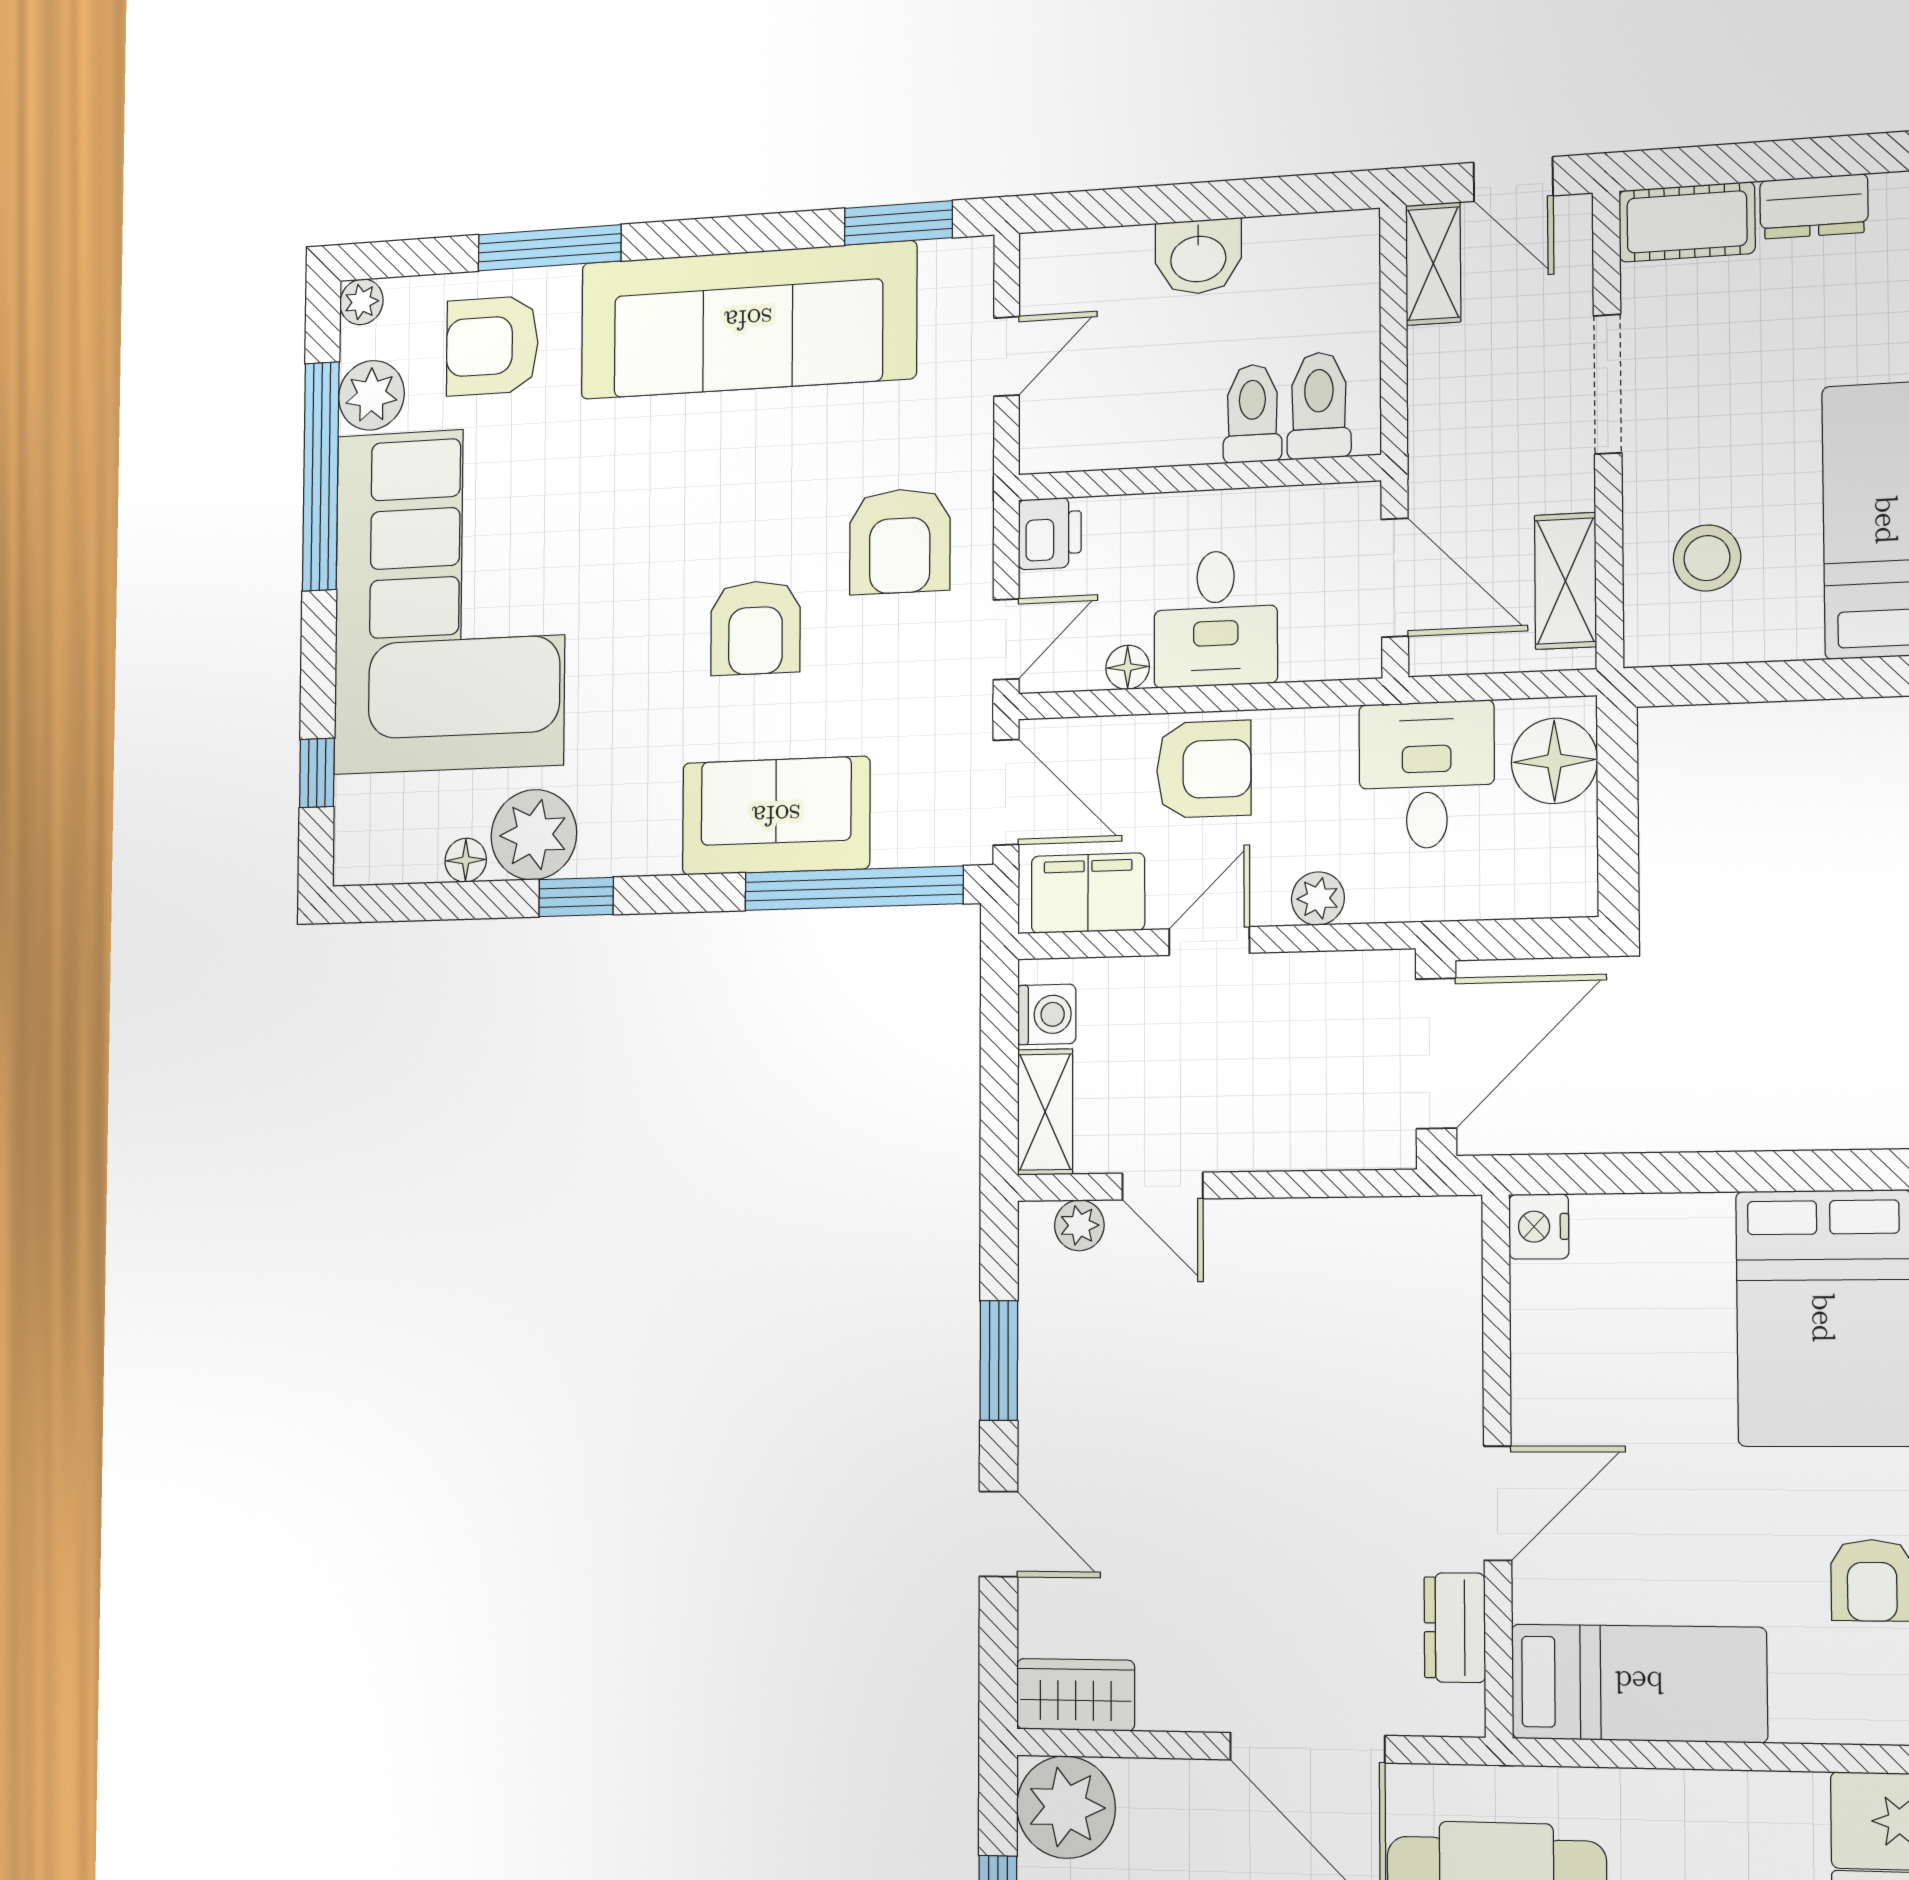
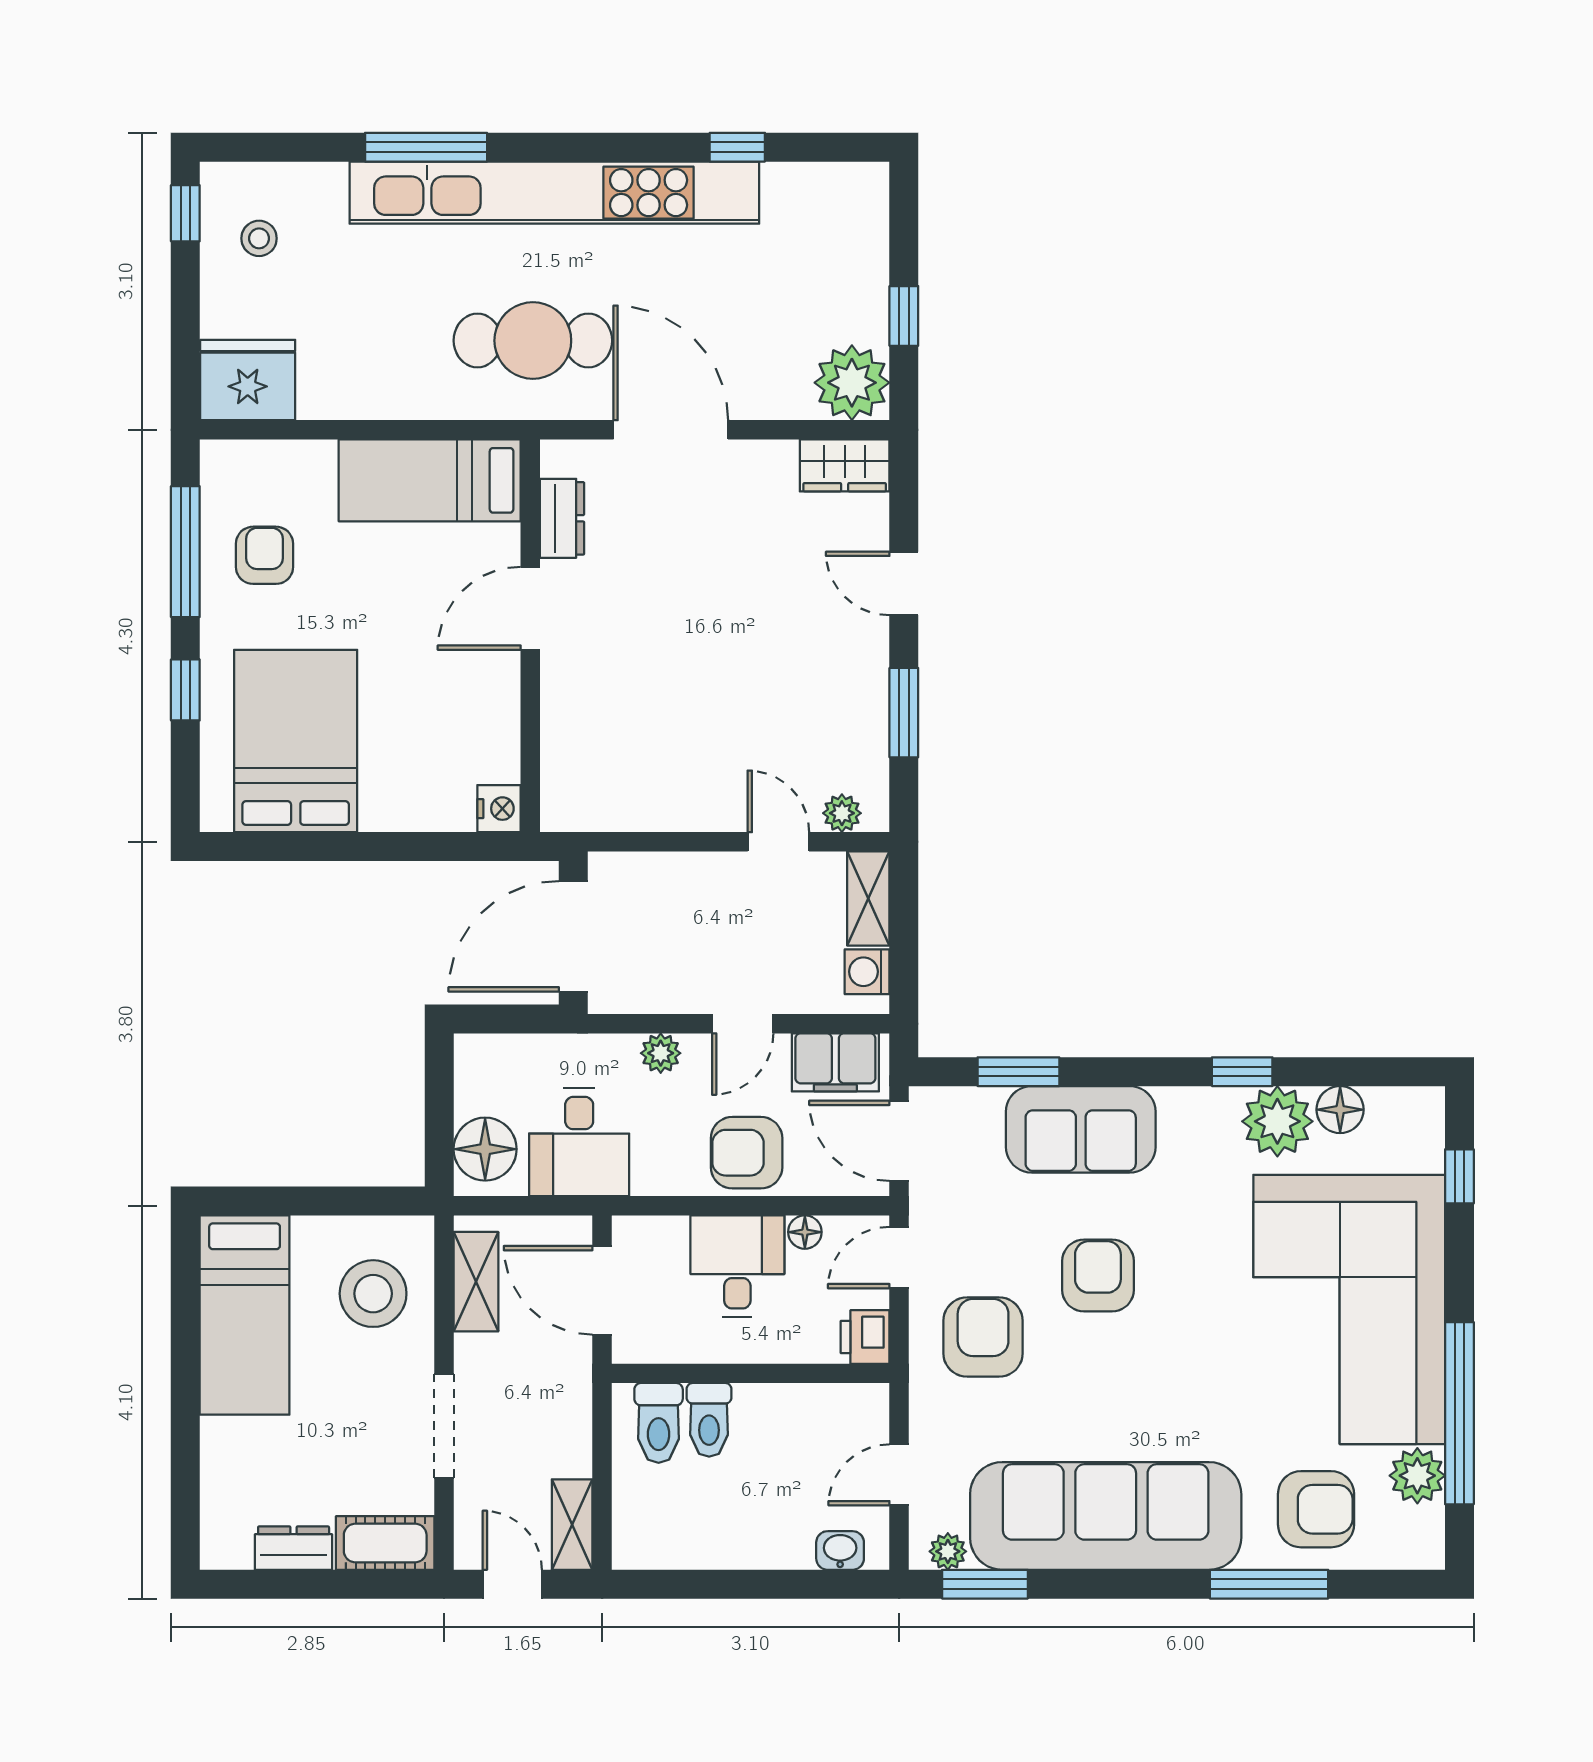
washbasin: (1198, 257) -> (840, 1550), moved, width x0.72, depth x0.69
plant: (361, 302) -> (948, 1551), moved
stool: (1707, 558) -> (373, 1294), width x1.38, depth x1.38
floor lamp: (466, 860) -> (1340, 1110), width x1.37, depth x1.37
window: (854, 888) -> (1018, 1072), width x0.47

